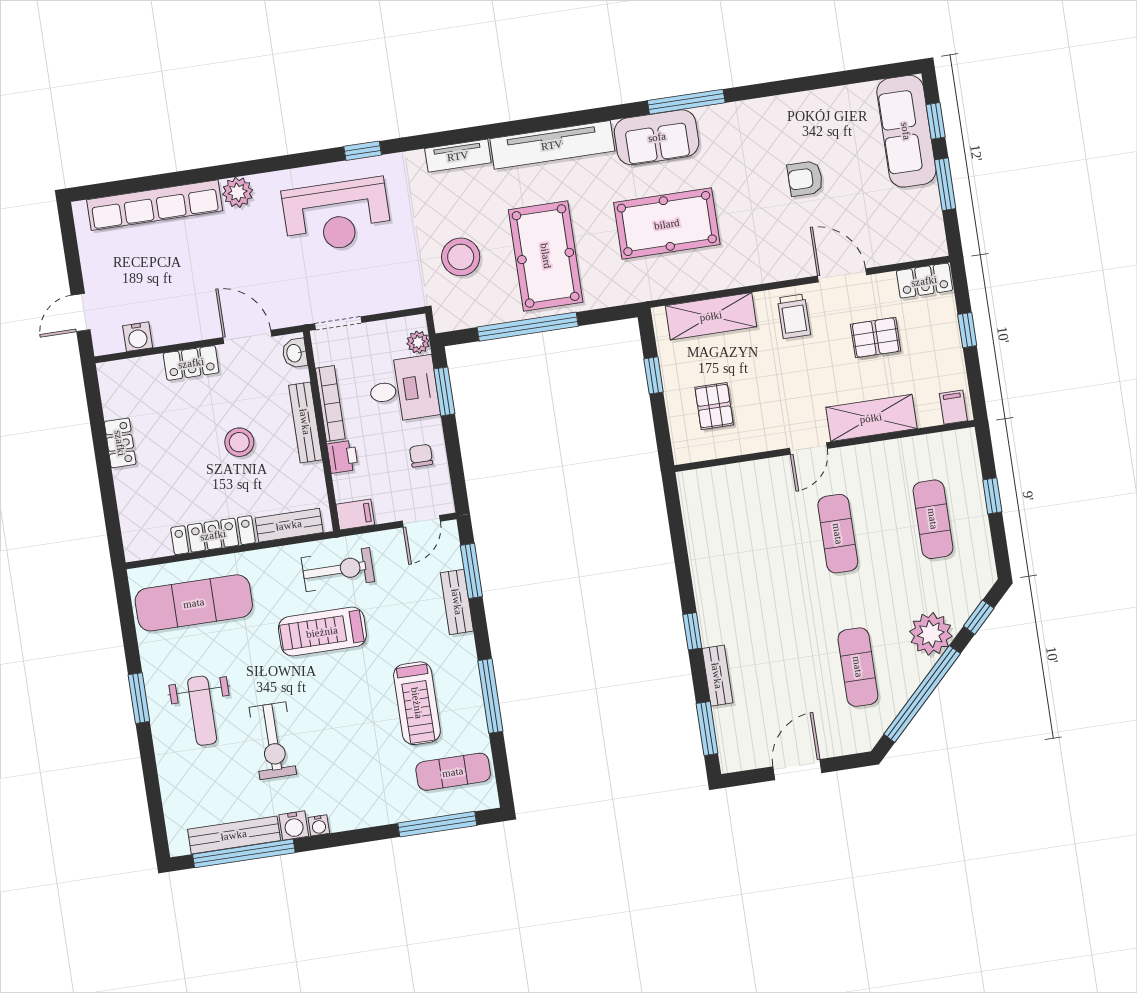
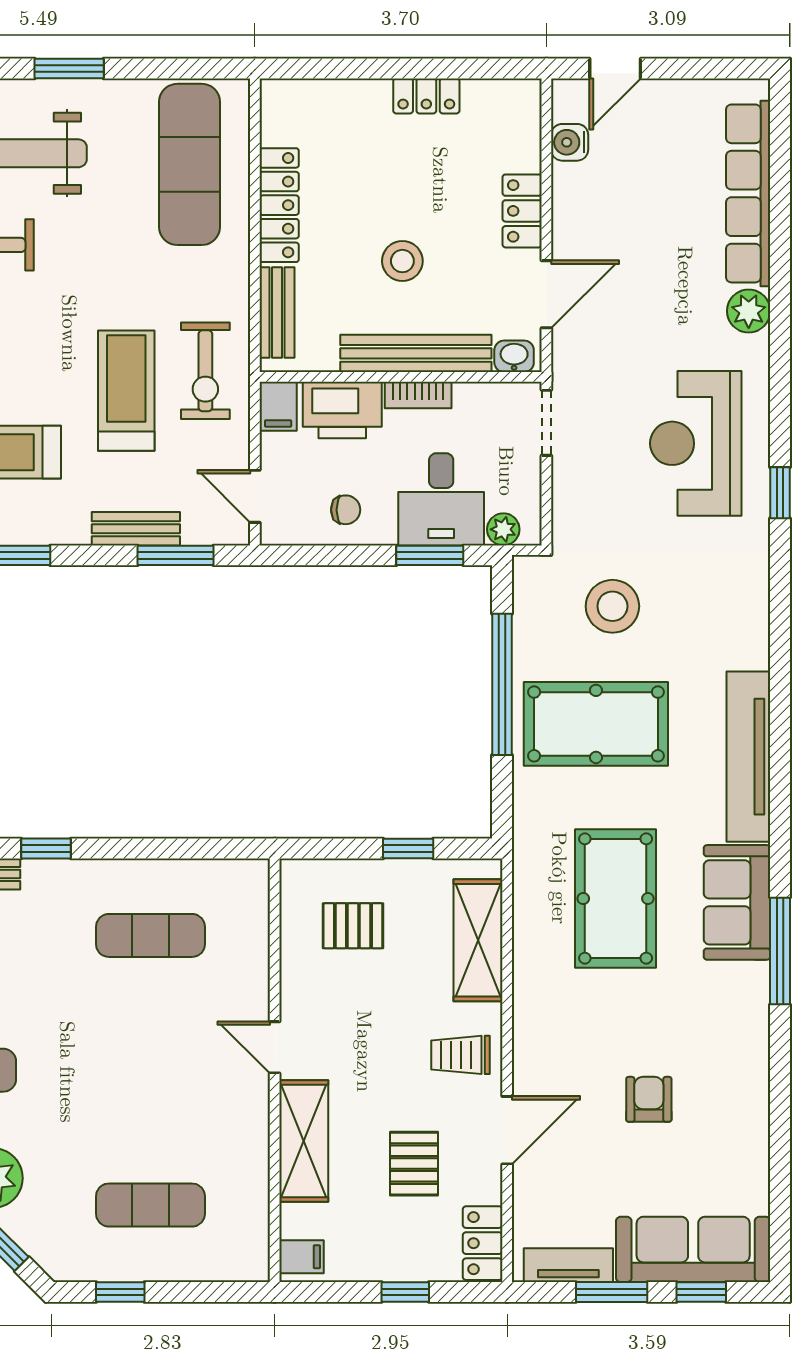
tv unit: (458, 156) -> (568, 1265), moved, turned 90
door: (81, 312) -> (615, 68), swing flipped
bookcase: (330, 404) -> (418, 395), width x0.64
bench: (305, 422) -> (416, 353), width x1.37, depth x1.21
printer: (342, 457) -> (342, 410), width x1.87, depth x1.48
window: (992, 496) -> (120, 1292), moved
exercise mat: (838, 534) -> (150, 935), moved
treadmill: (322, 632) -> (126, 391), moved

